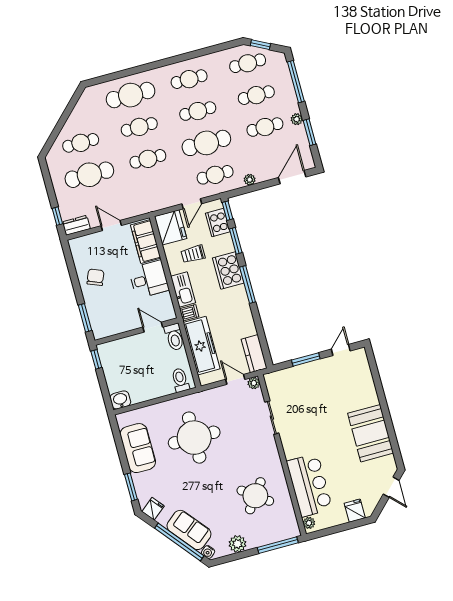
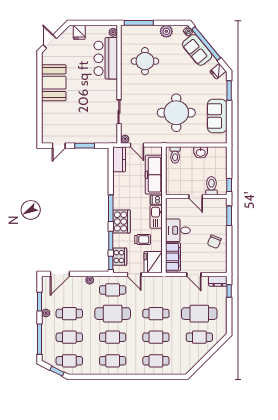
cafe table: (131, 95) -> (156, 361), width x0.73, depth x0.74
door: (192, 204) -> (134, 274), swing flipped
door: (153, 327) -> (196, 197), moved
toilet: (174, 337) -> (211, 186), moved
washbasin: (120, 400) -> (201, 152), moved
round table: (255, 496) -> (145, 61), turned -36

